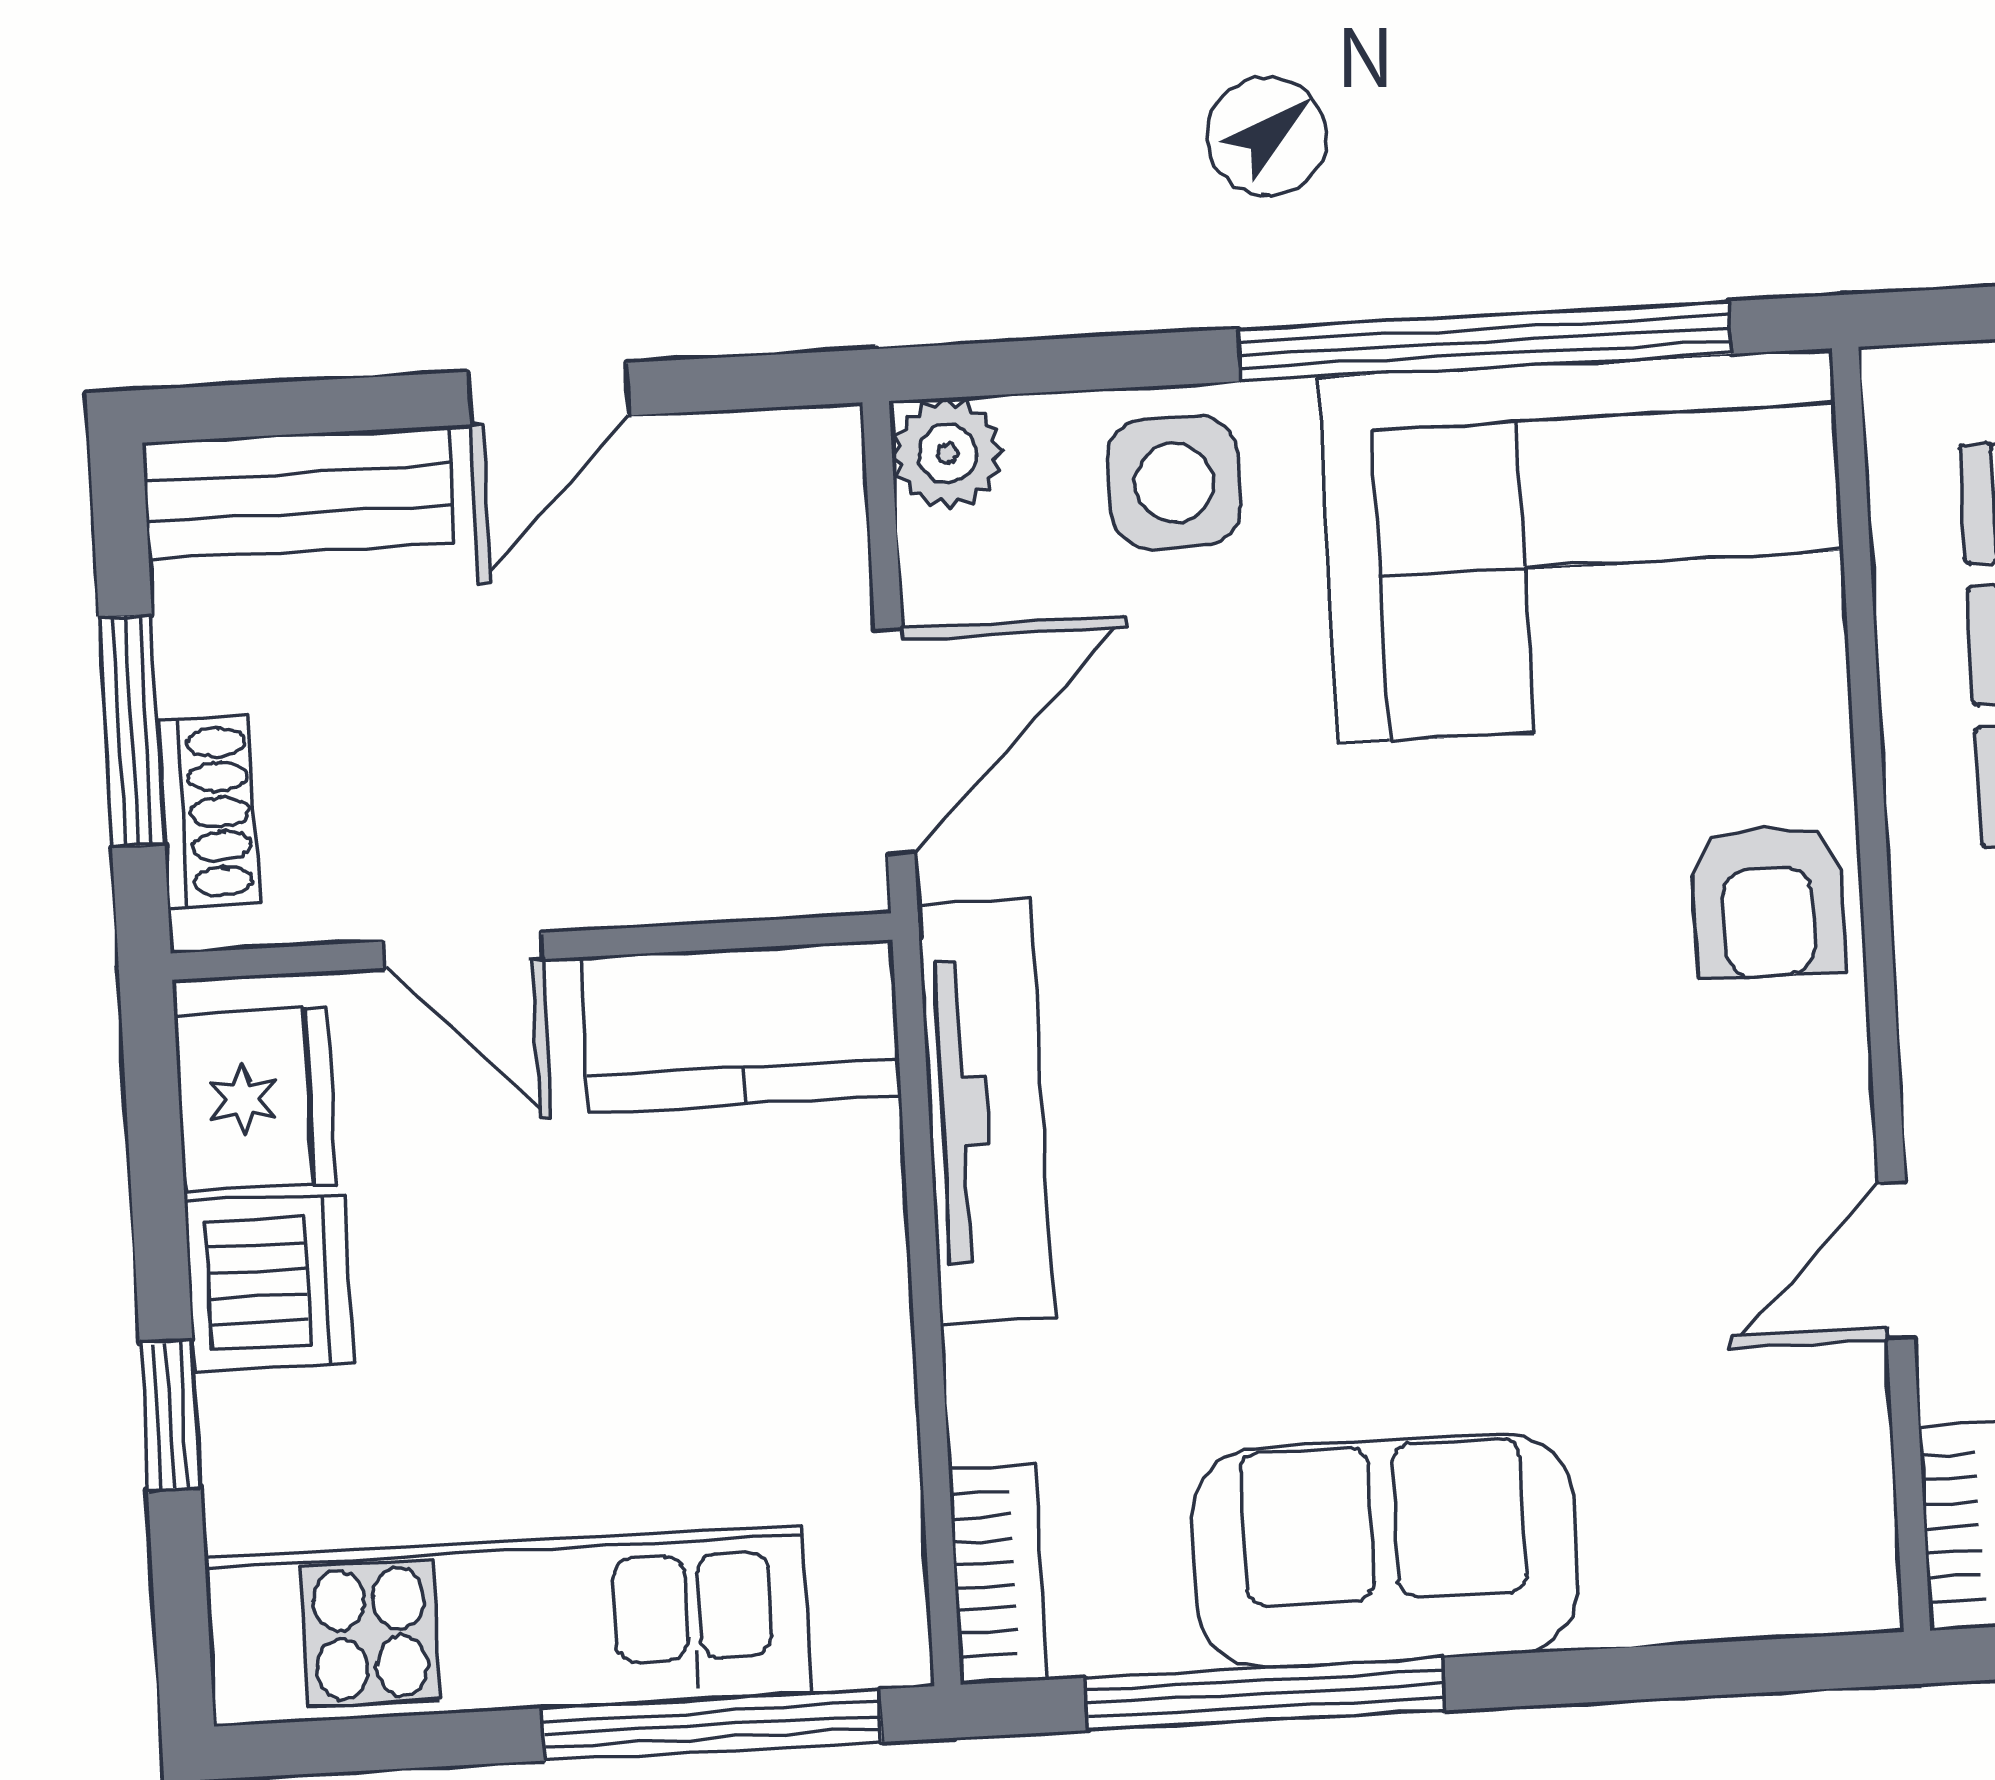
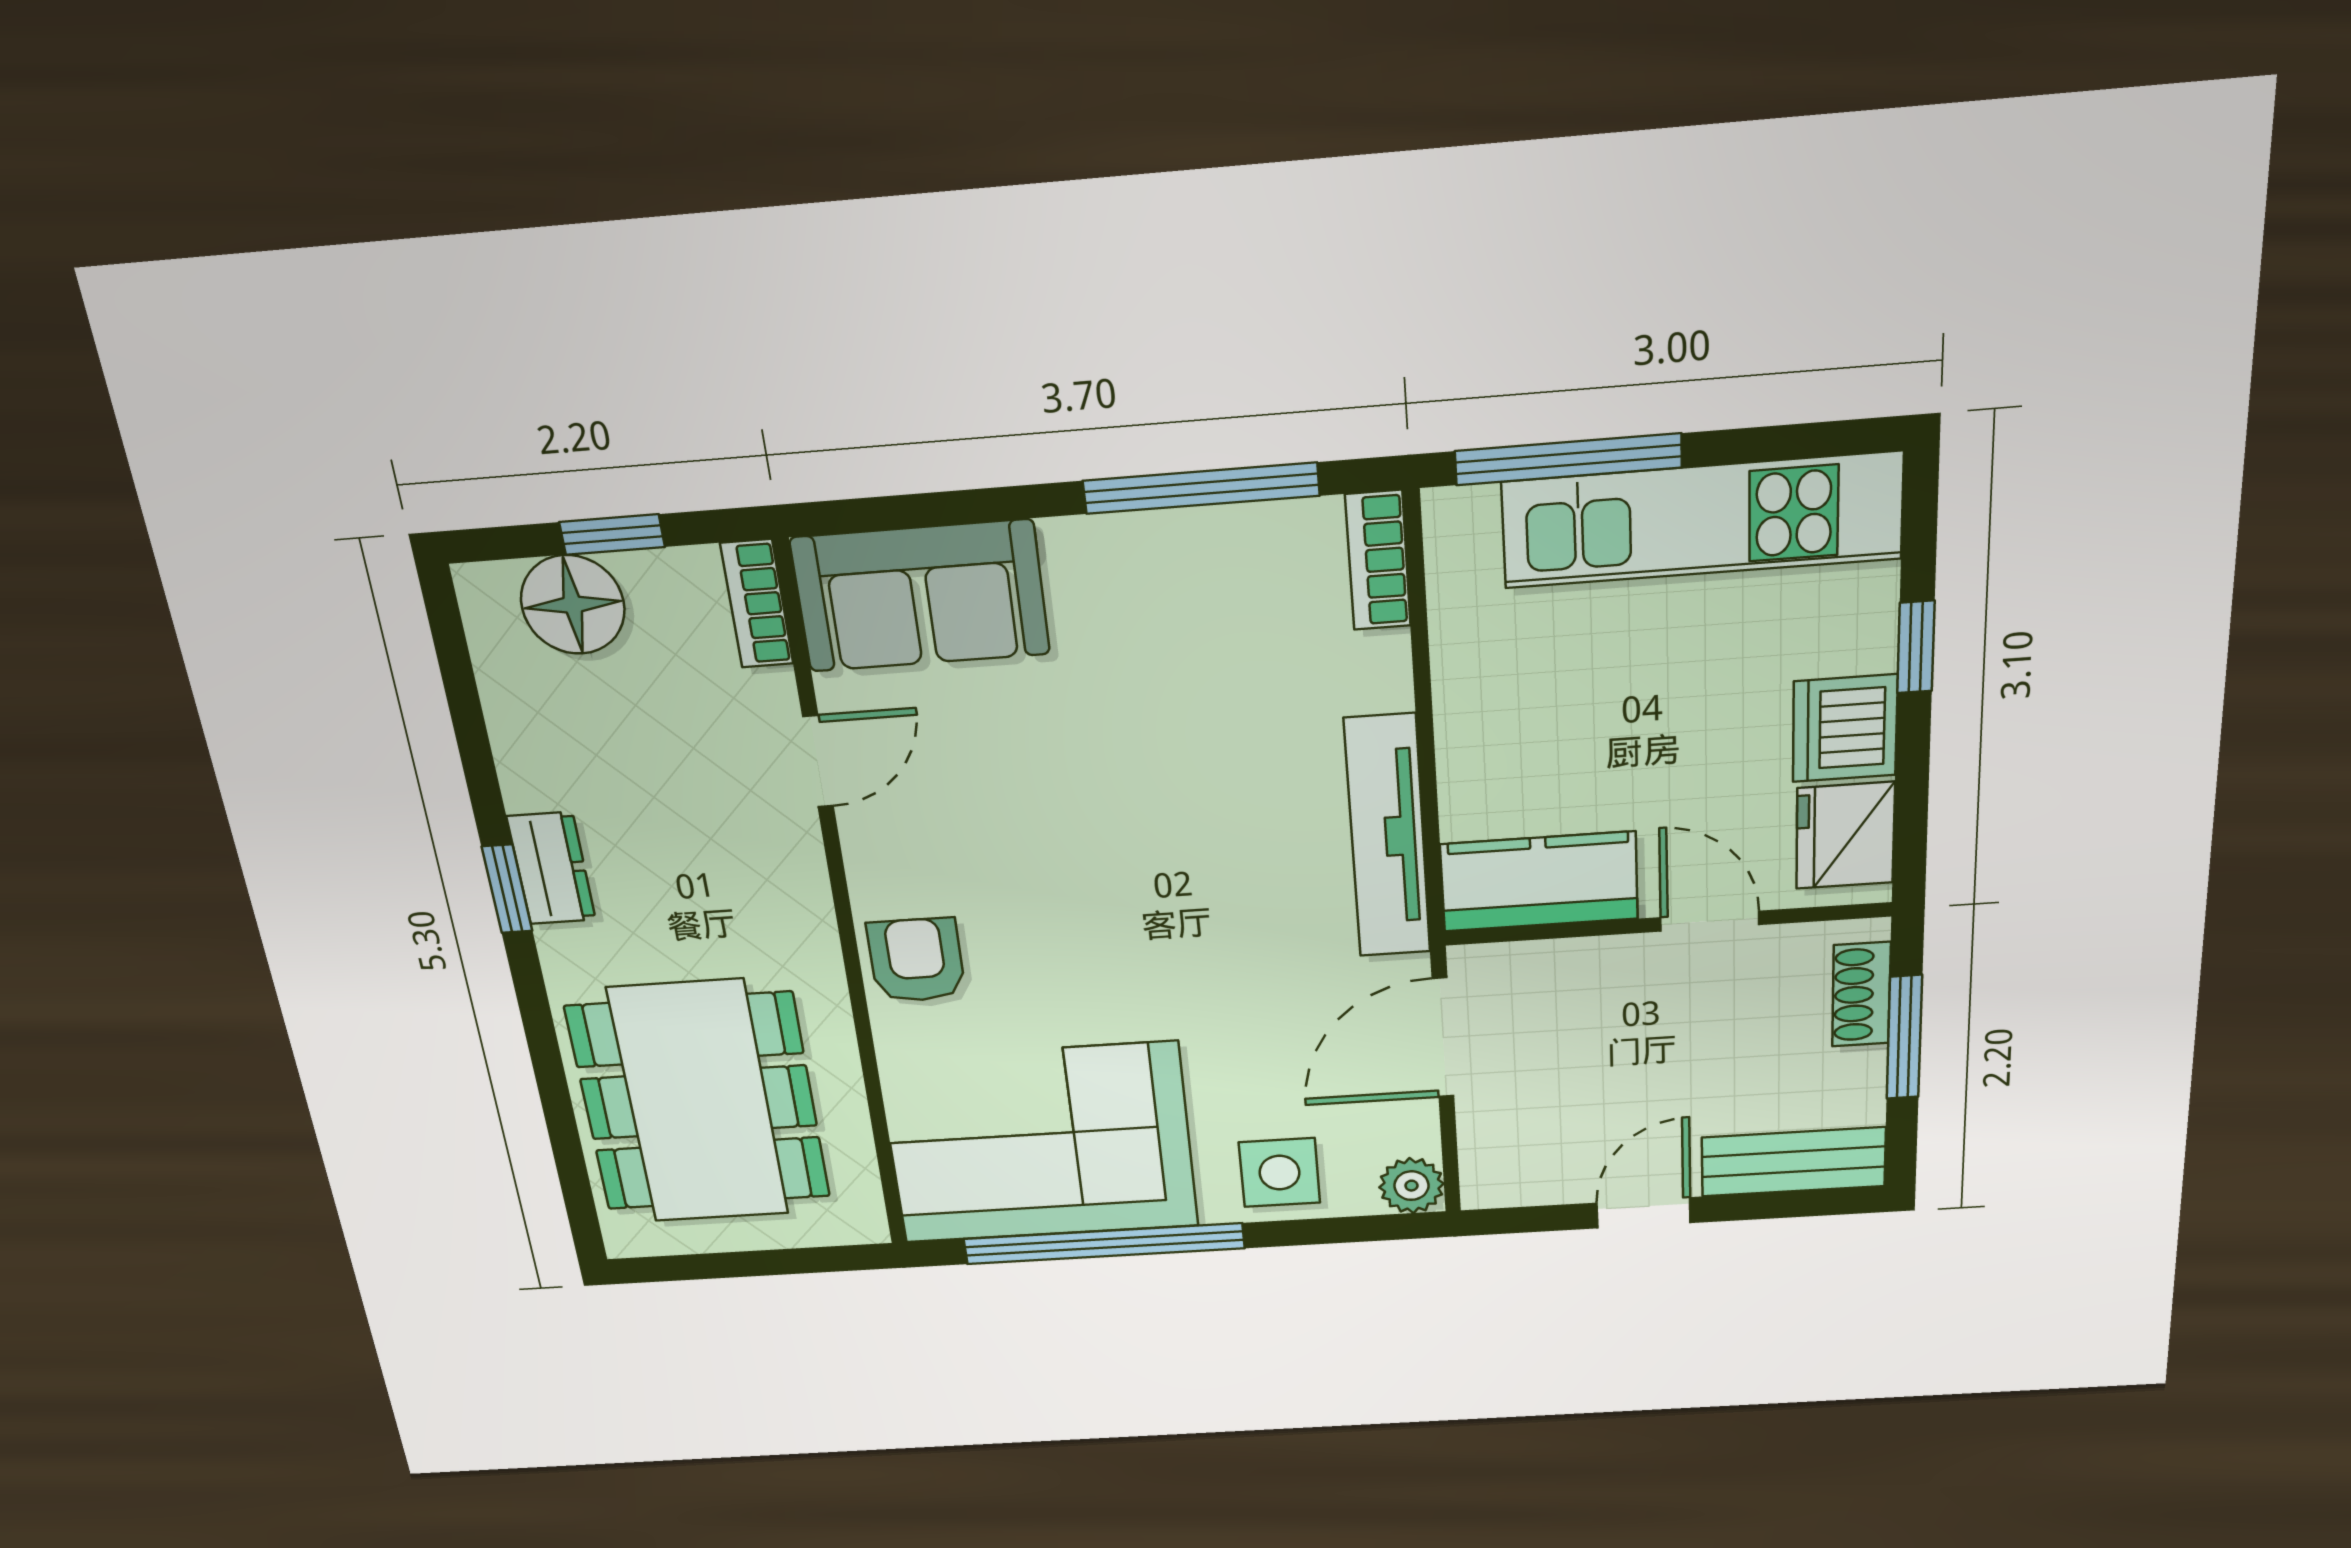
sofa: (1385, 1551) -> (920, 596), moved

